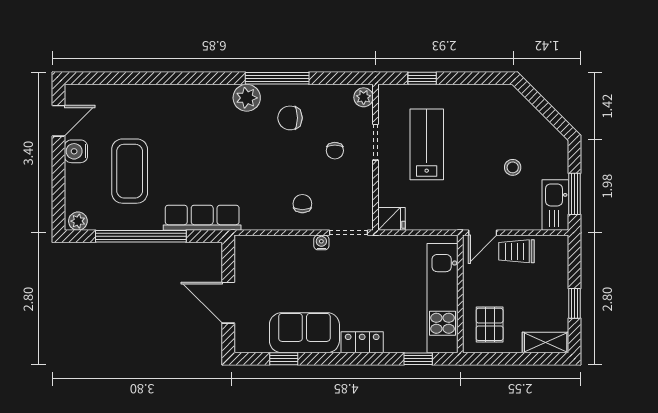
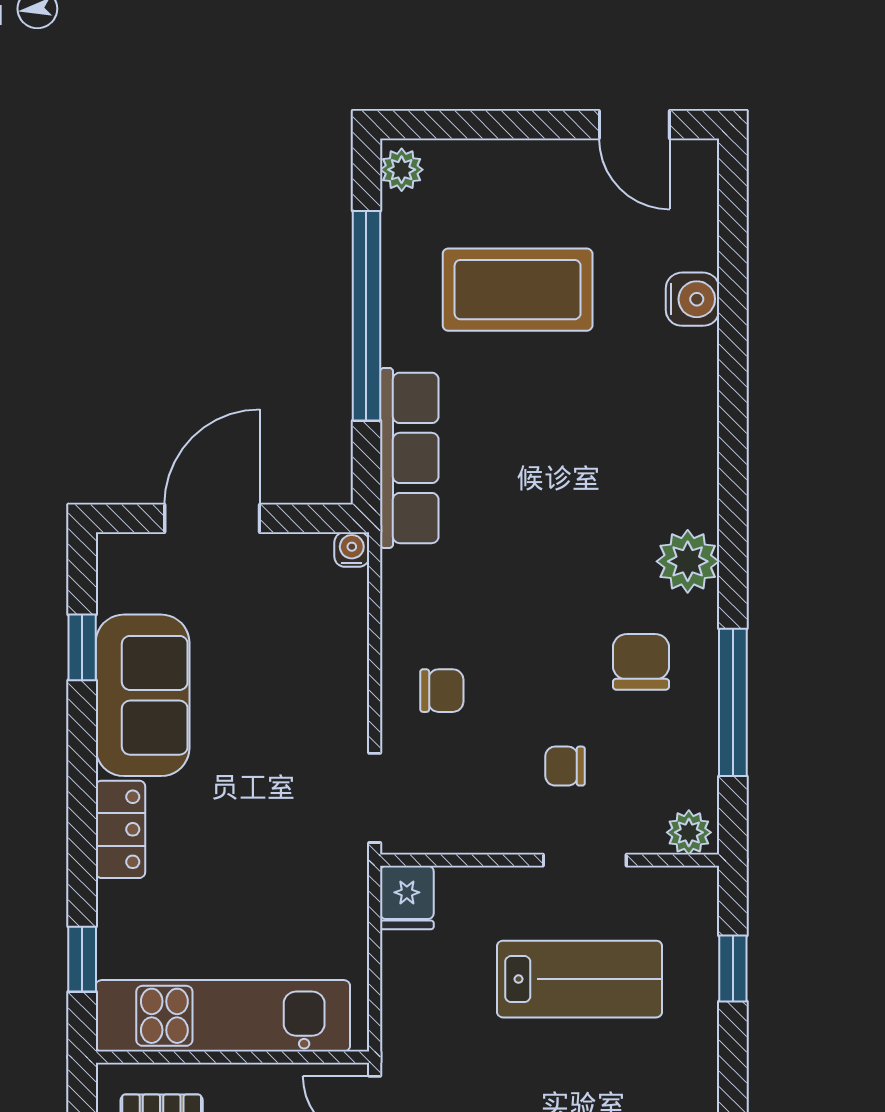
window: (277, 78) -> (733, 702), moved
water cooler: (76, 151) -> (693, 299), moved, turned 90
water cooler: (321, 242) -> (352, 549), moved, turned -90

